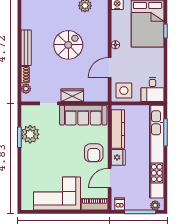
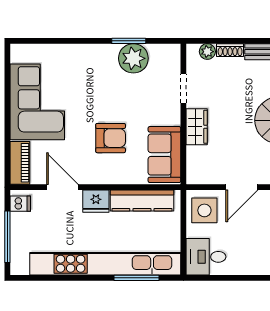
door: (110, 67) -> (242, 187), swing flipped
sofa: (83, 115) -> (164, 155), width x0.73
armchair: (94, 153) -> (111, 138), moved, turned 180
plant: (155, 205) -> (18, 261), removed

